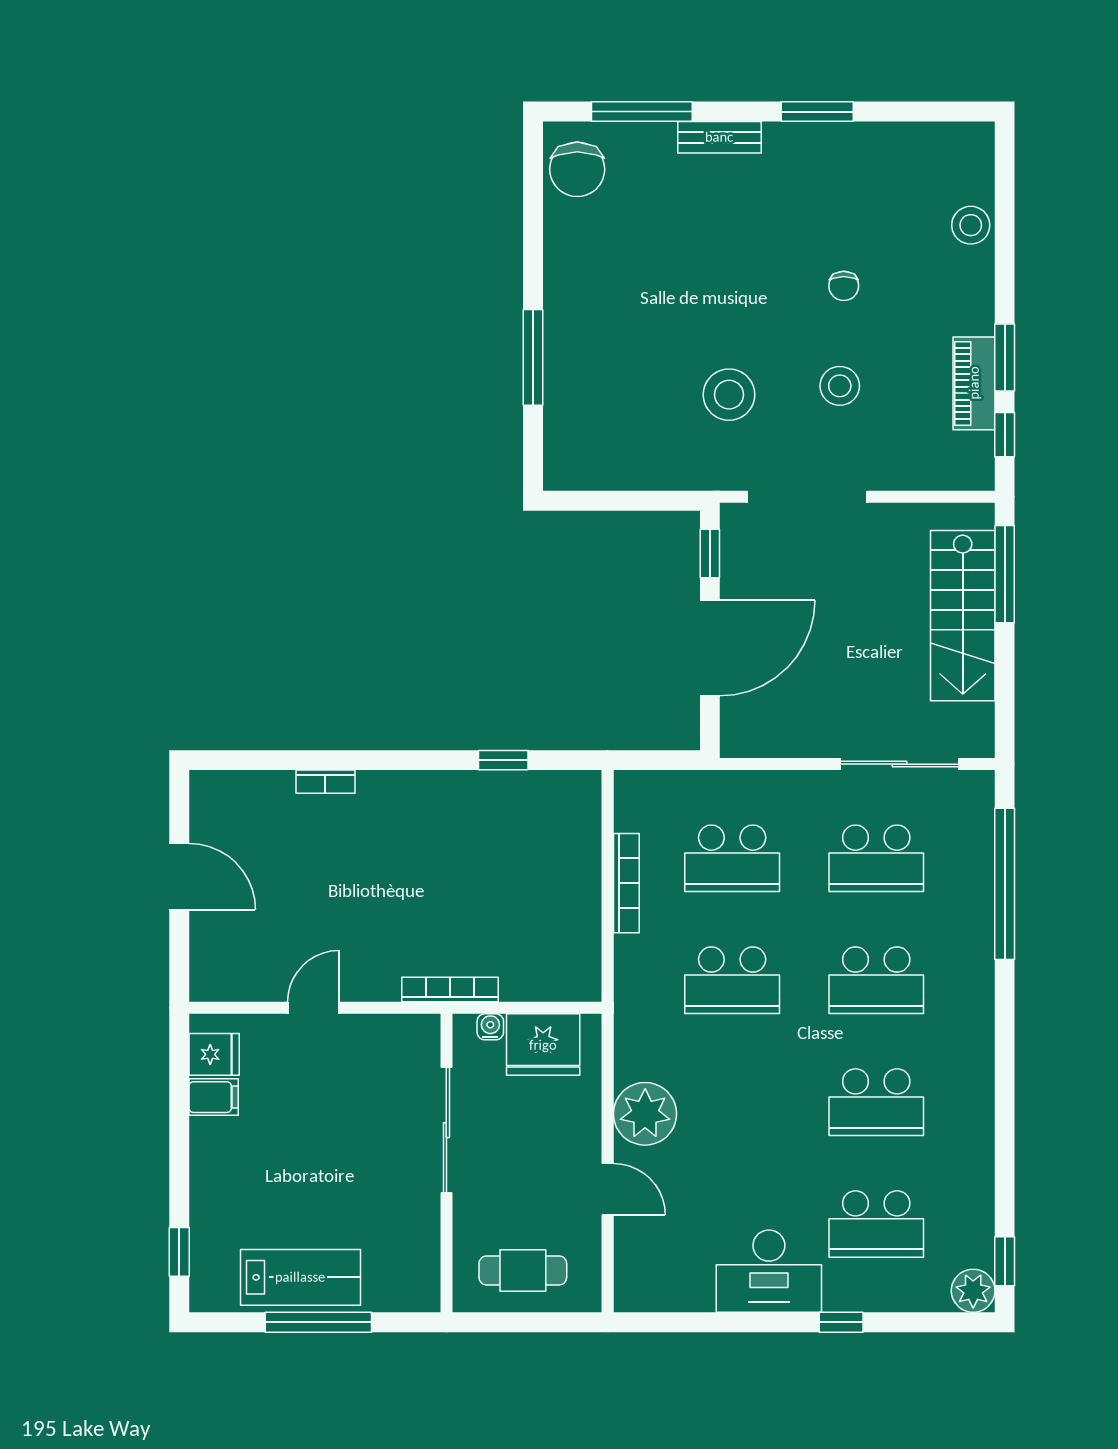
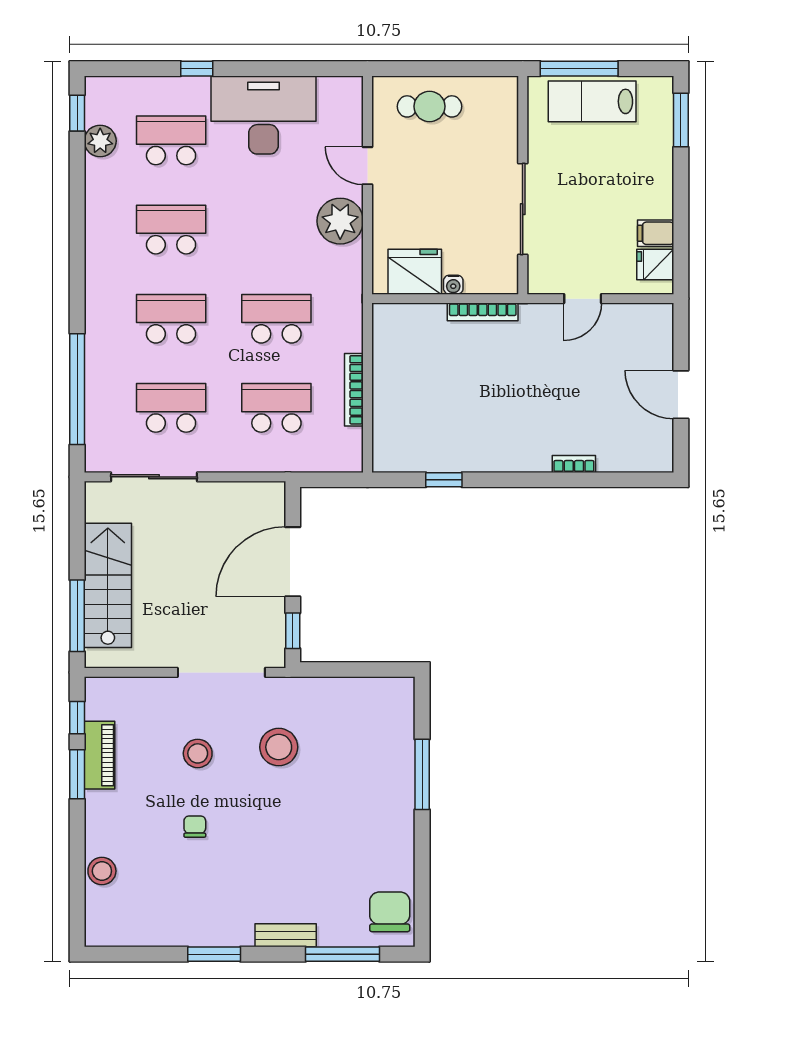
sliding door: (446, 1130) -> (523, 209), moved
wall: (446, 1163) -> (523, 185), moved
window: (179, 1252) -> (681, 120), width x1.50
desk: (769, 1271) -> (263, 115), width x1.36, depth x1.30
plant: (973, 1291) -> (100, 141), moved

